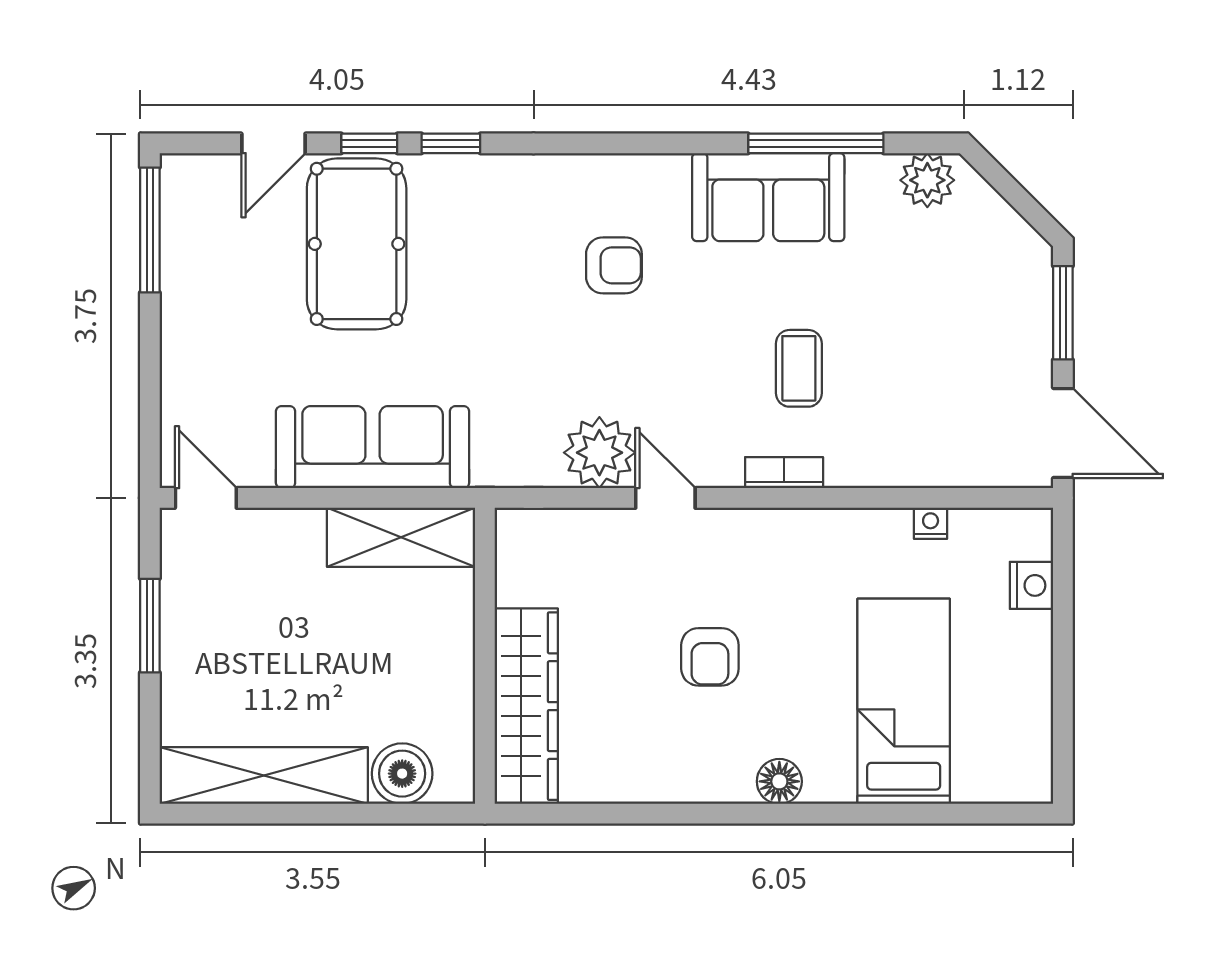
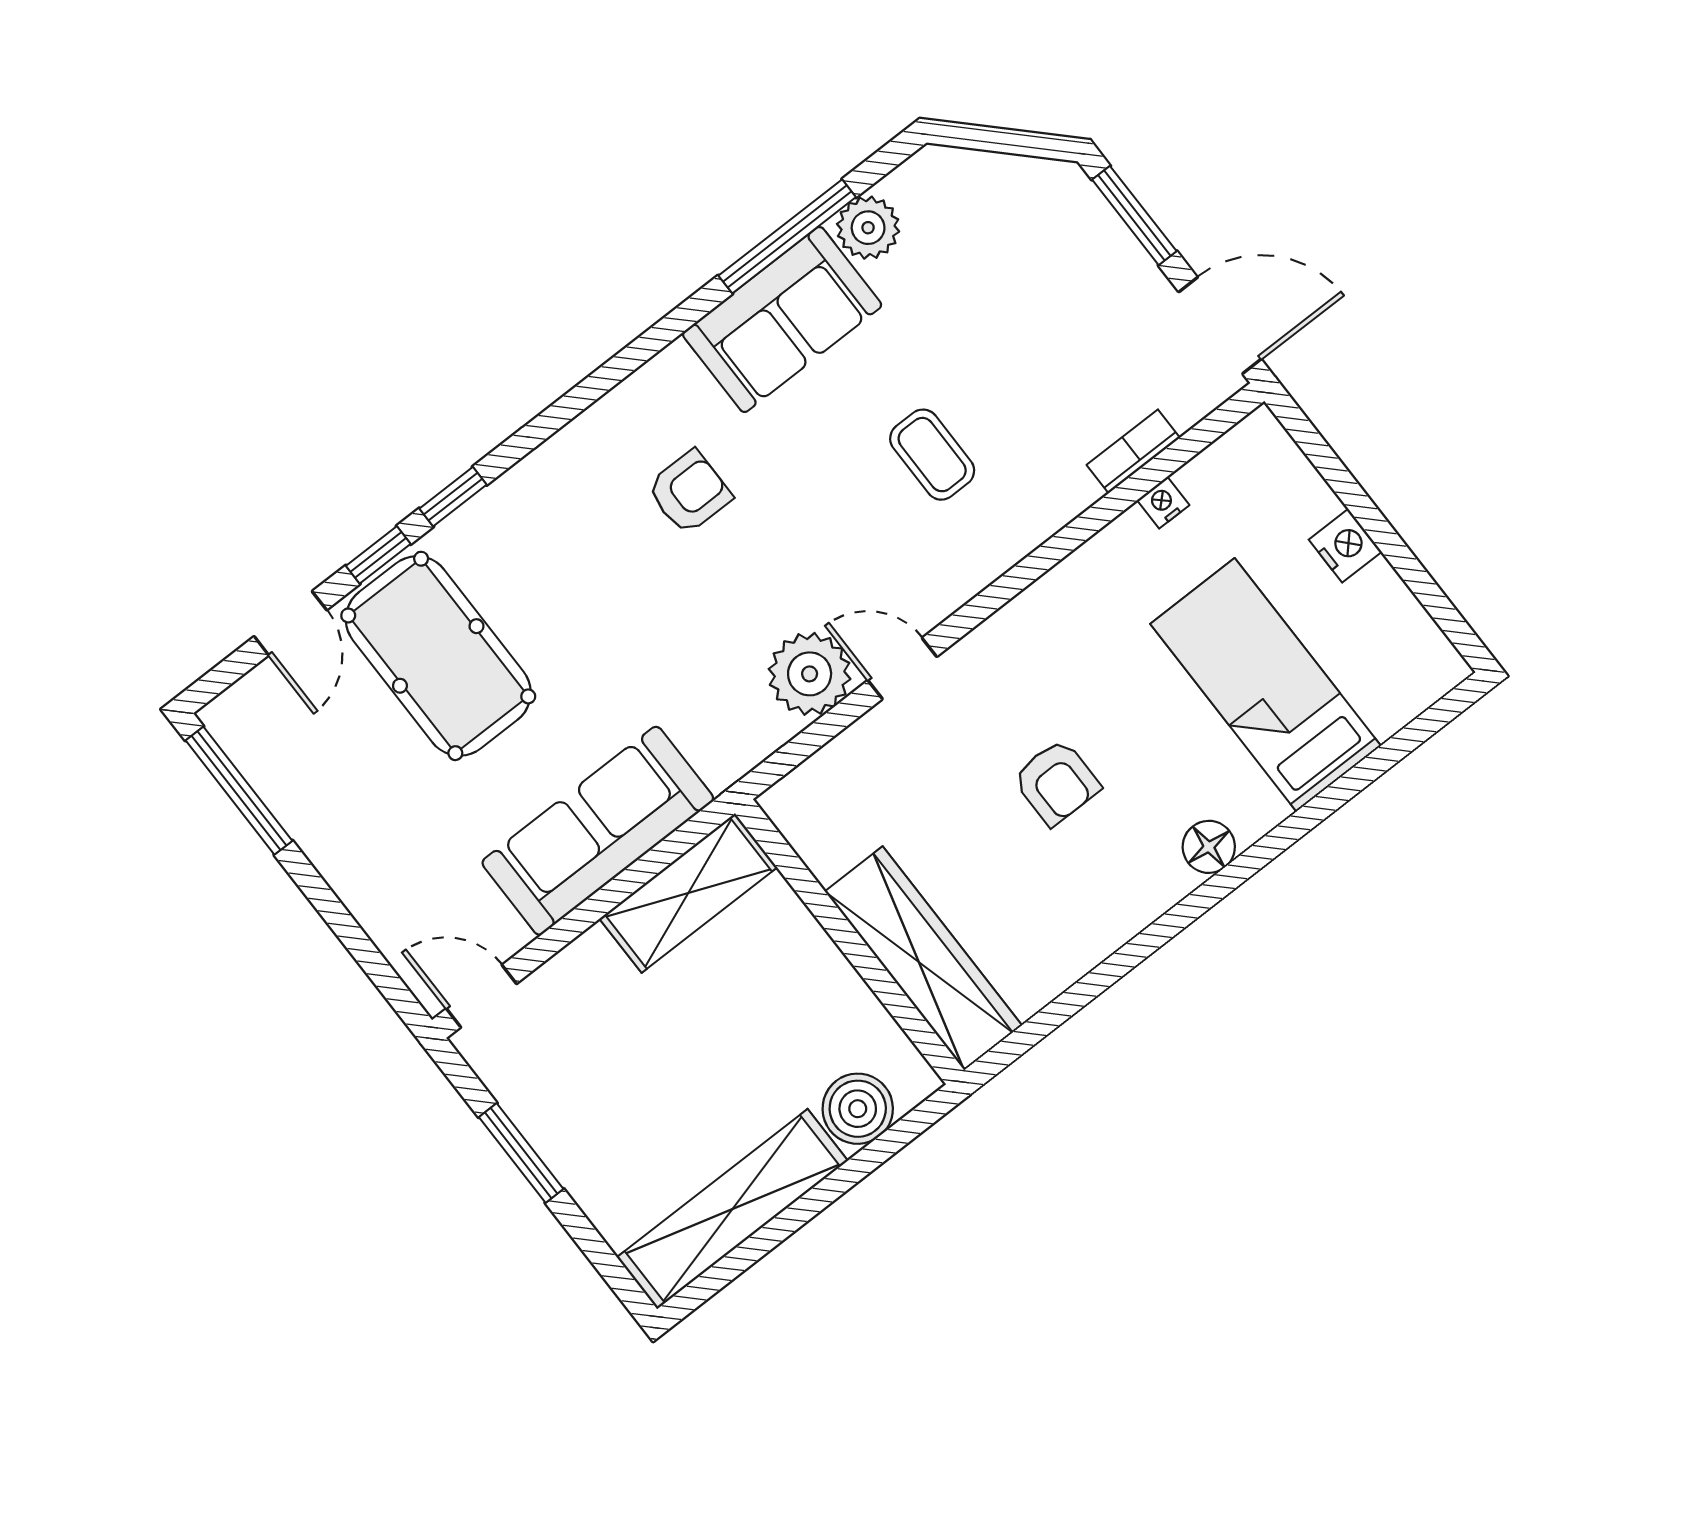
plant: (927, 180) -> (868, 228), moved
bookcase: (784, 473) -> (1133, 451), moved
nightstand: (1031, 585) -> (1345, 546), moved

